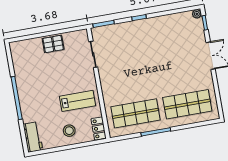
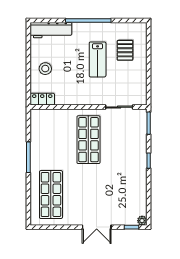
pallet: (53, 44) -> (125, 50), moved
lab bench: (78, 101) -> (98, 59), moved
shop shelf: (135, 113) -> (88, 140), moved
workbench: (33, 137) -> (51, 30), width x1.38

